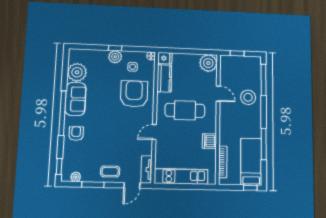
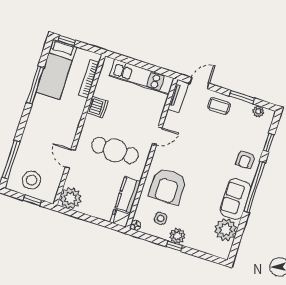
stool: (248, 97) -> (31, 180), moved
window: (59, 167) -> (269, 143), moved

